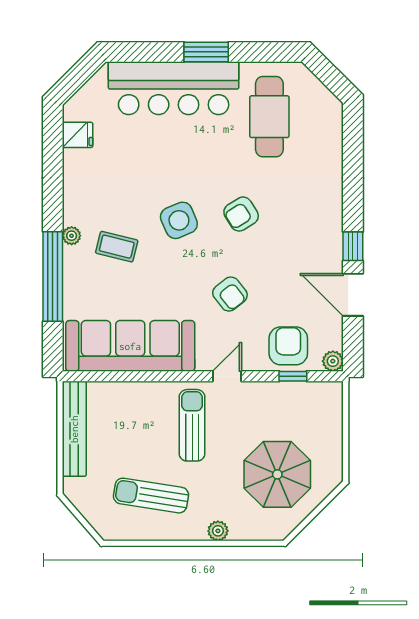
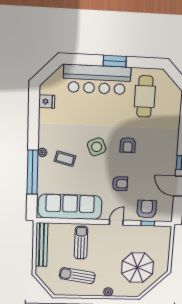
armchair: (241, 214) -> (128, 145), turned -58
armchair: (230, 294) -> (120, 184), turned -52
plant: (333, 361) -> (167, 217), removed
sun lounger: (192, 425) -> (81, 243), moved

